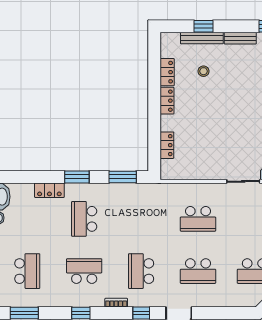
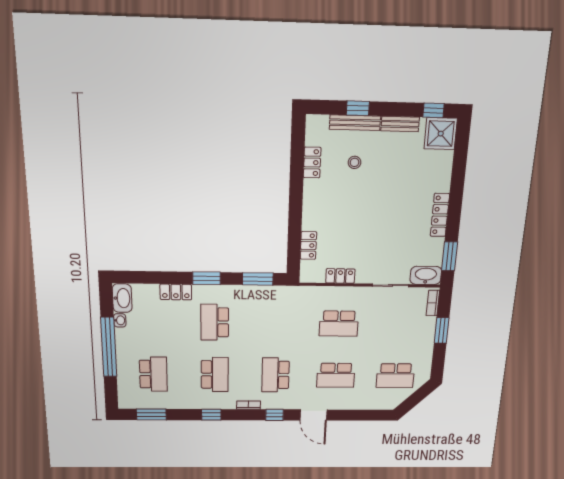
locker: (167, 101) -> (340, 276), moved, turned -90
school desk: (84, 271) -> (215, 375), turned 90

